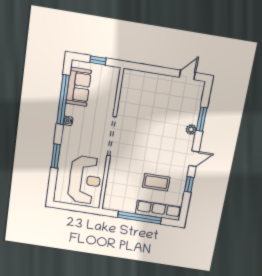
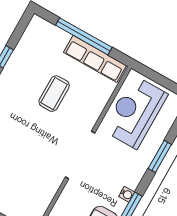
coffee table: (156, 182) -> (54, 94), moved, turned 90
row of seats: (158, 210) -> (95, 59), moved

